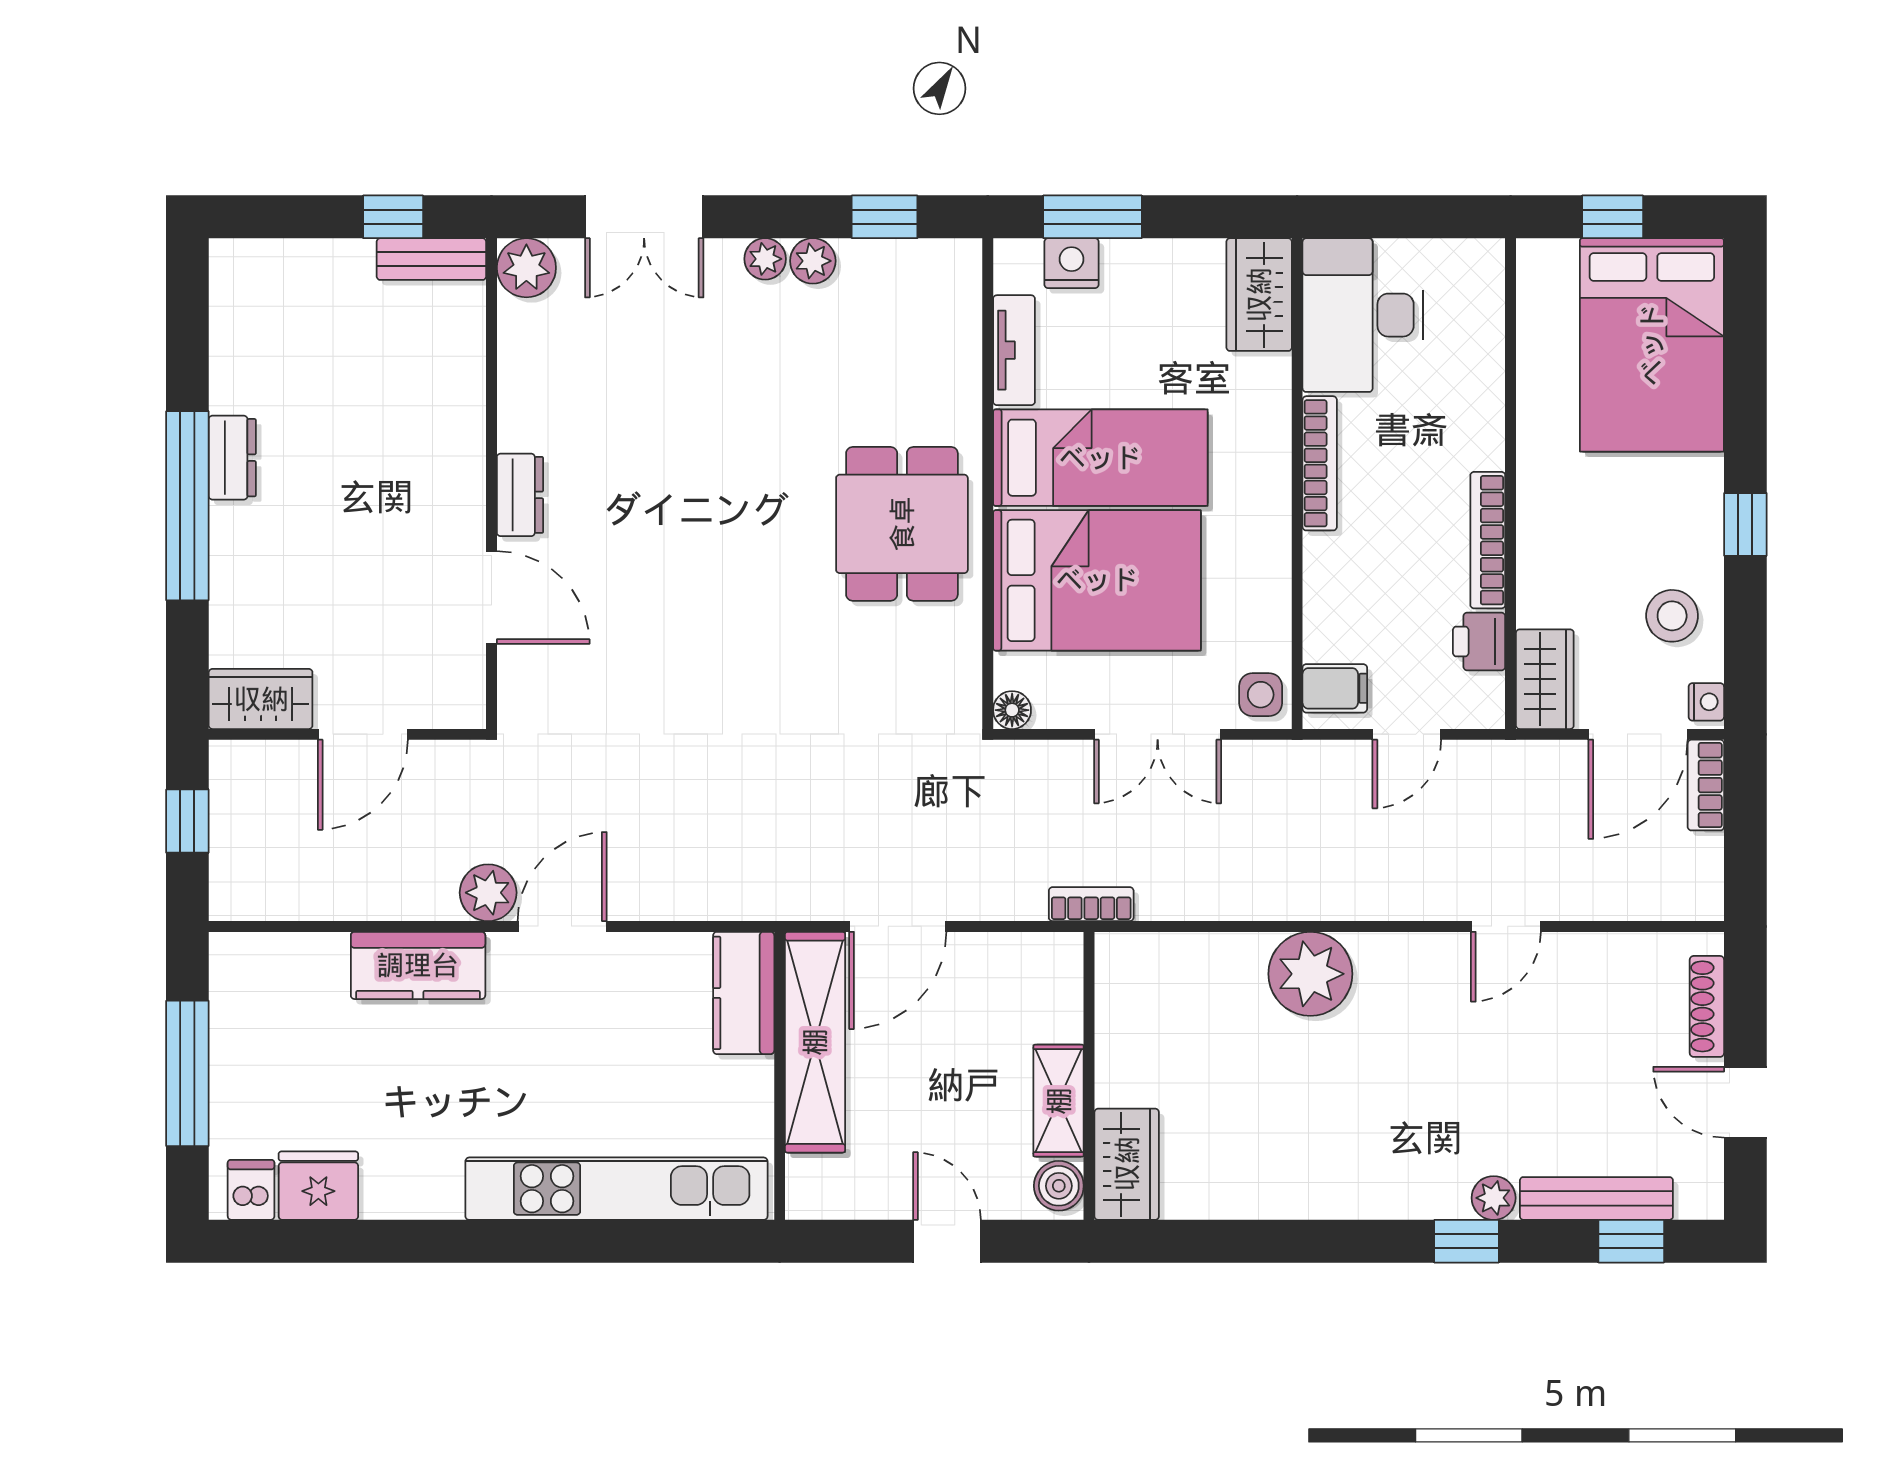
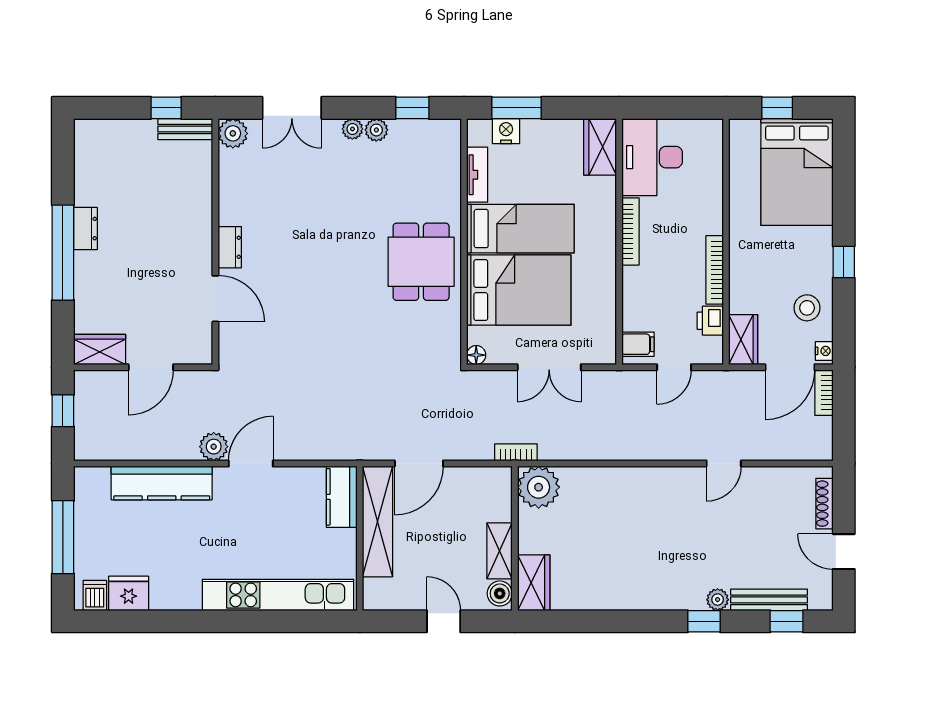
side table: (1261, 695) -> (601, 347), removed
kitchen counter: (418, 965) -> (162, 483), width x1.50
plant: (1310, 974) -> (539, 487), moved

